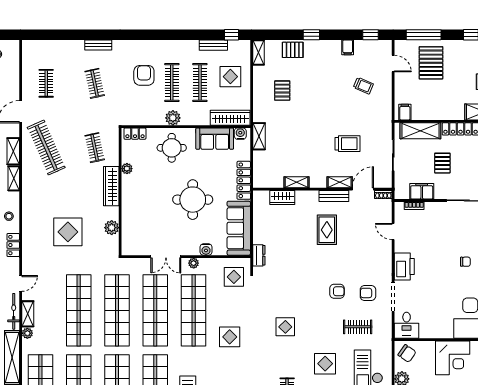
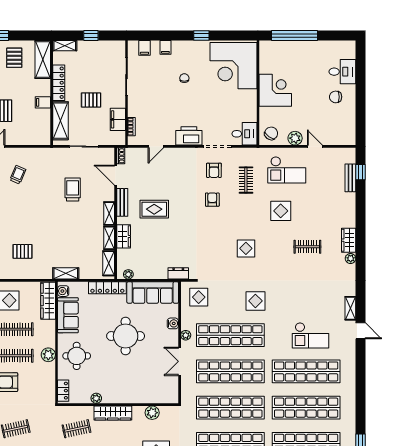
filing cabinet: (405, 112) -> (43, 102), moved
shelving: (270, 182) -> (109, 263), added
shelving: (340, 182) -> (109, 213), moved
wardrobe: (282, 198) -> (124, 236), moved
plant: (258, 202) -> (128, 274), added
double door: (166, 257) -> (180, 361), swing flipped

